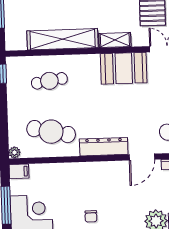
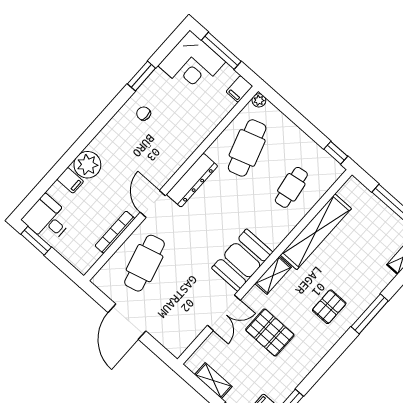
cafe table: (51, 132) -> (247, 148), turned -30

